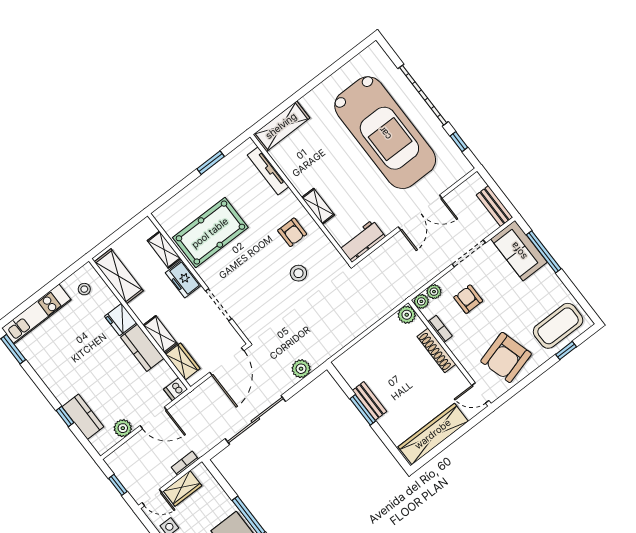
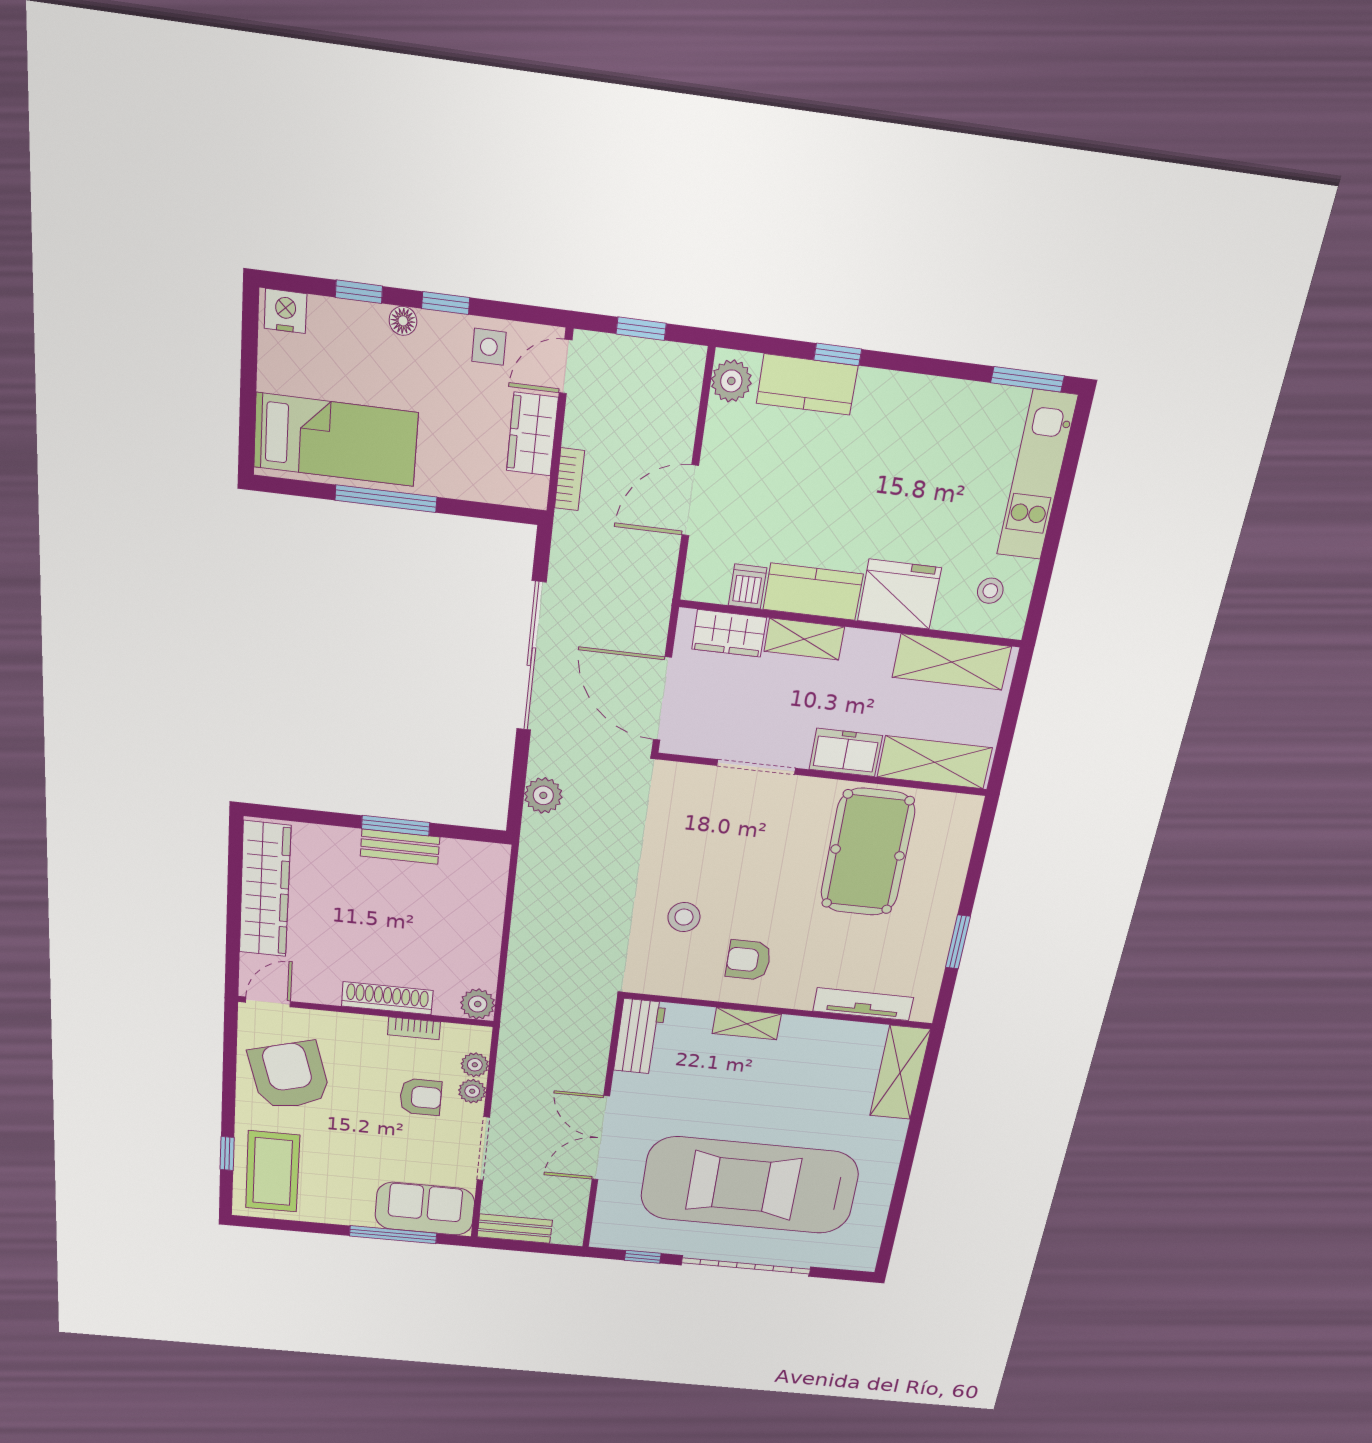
shelving: (164, 250) -> (935, 762), width x1.50, depth x1.33
plant: (421, 301) -> (472, 1091), moved
fridge: (121, 320) -> (899, 594), width x1.36, depth x1.34
dishwasher: (176, 389) -> (748, 587), moved
plant: (123, 428) -> (731, 381), moved

